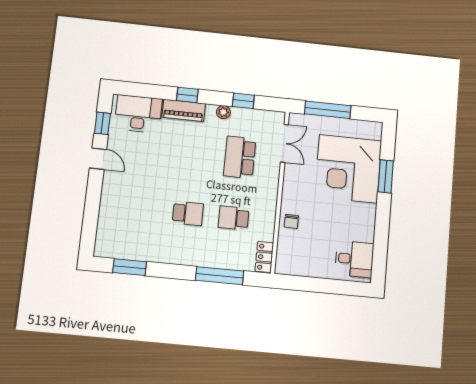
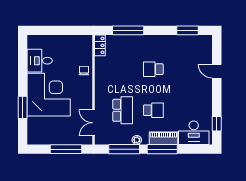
window: (187, 95) -> (162, 149), width x2.17
window: (243, 101) -> (124, 149), width x2.17
door: (98, 159) -> (217, 71), moved
corner desk: (348, 169) -> (49, 95), moved
school desk: (234, 218) -> (153, 110), moved
desk: (354, 259) -> (40, 61), moved

